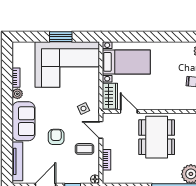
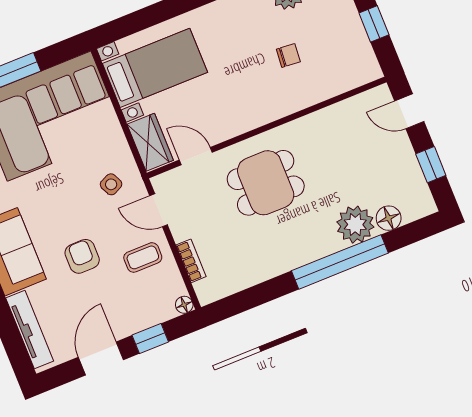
dining table: (157, 137) -> (266, 183), width x0.73

